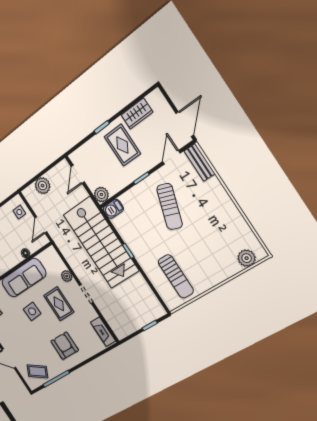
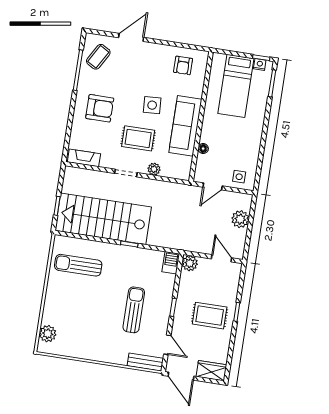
wardrobe: (137, 113) -> (211, 371), moved, turned 90
sun lounger: (170, 207) -> (134, 310), turned 71
door: (41, 225) -> (213, 186), swing flipped
stairs: (101, 243) -> (103, 219), moved

